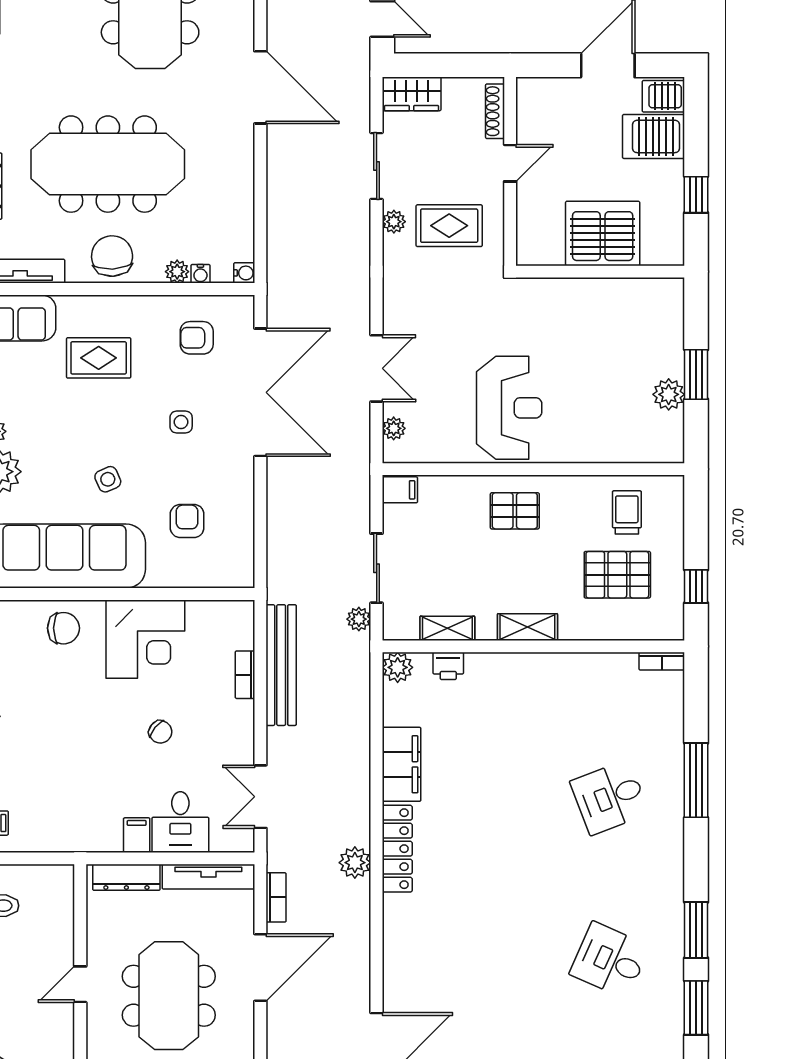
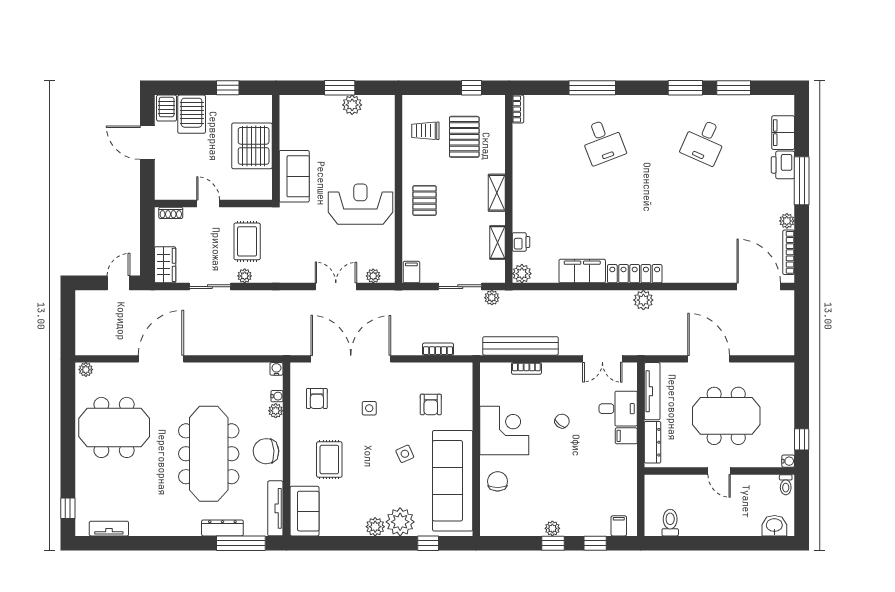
shoe rack: (495, 111) -> (171, 213), width x0.70
sofa: (554, 301) -> (294, 176), added
armchair: (187, 521) -> (431, 404), turned -90
bookcase: (276, 897) -> (438, 349), moved

